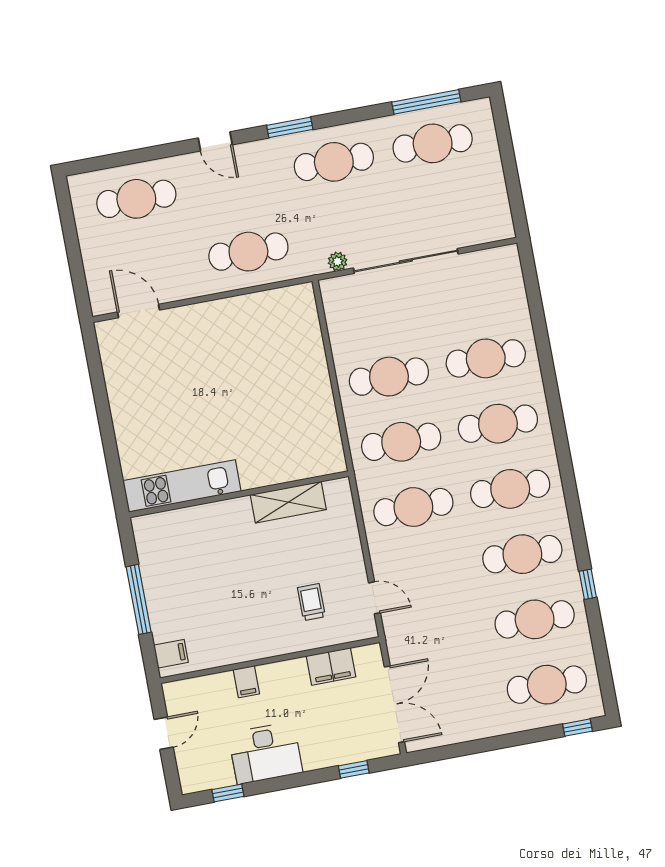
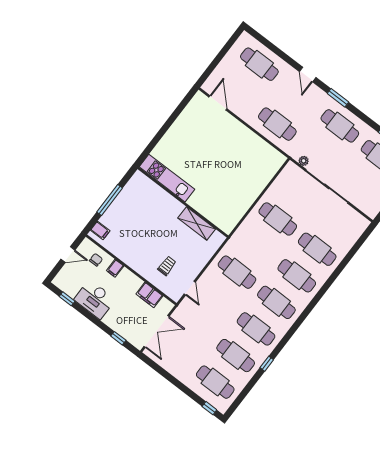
cafe table: (401, 442) -> (257, 246), removed
chair: (209, 699) -> (96, 260), added

